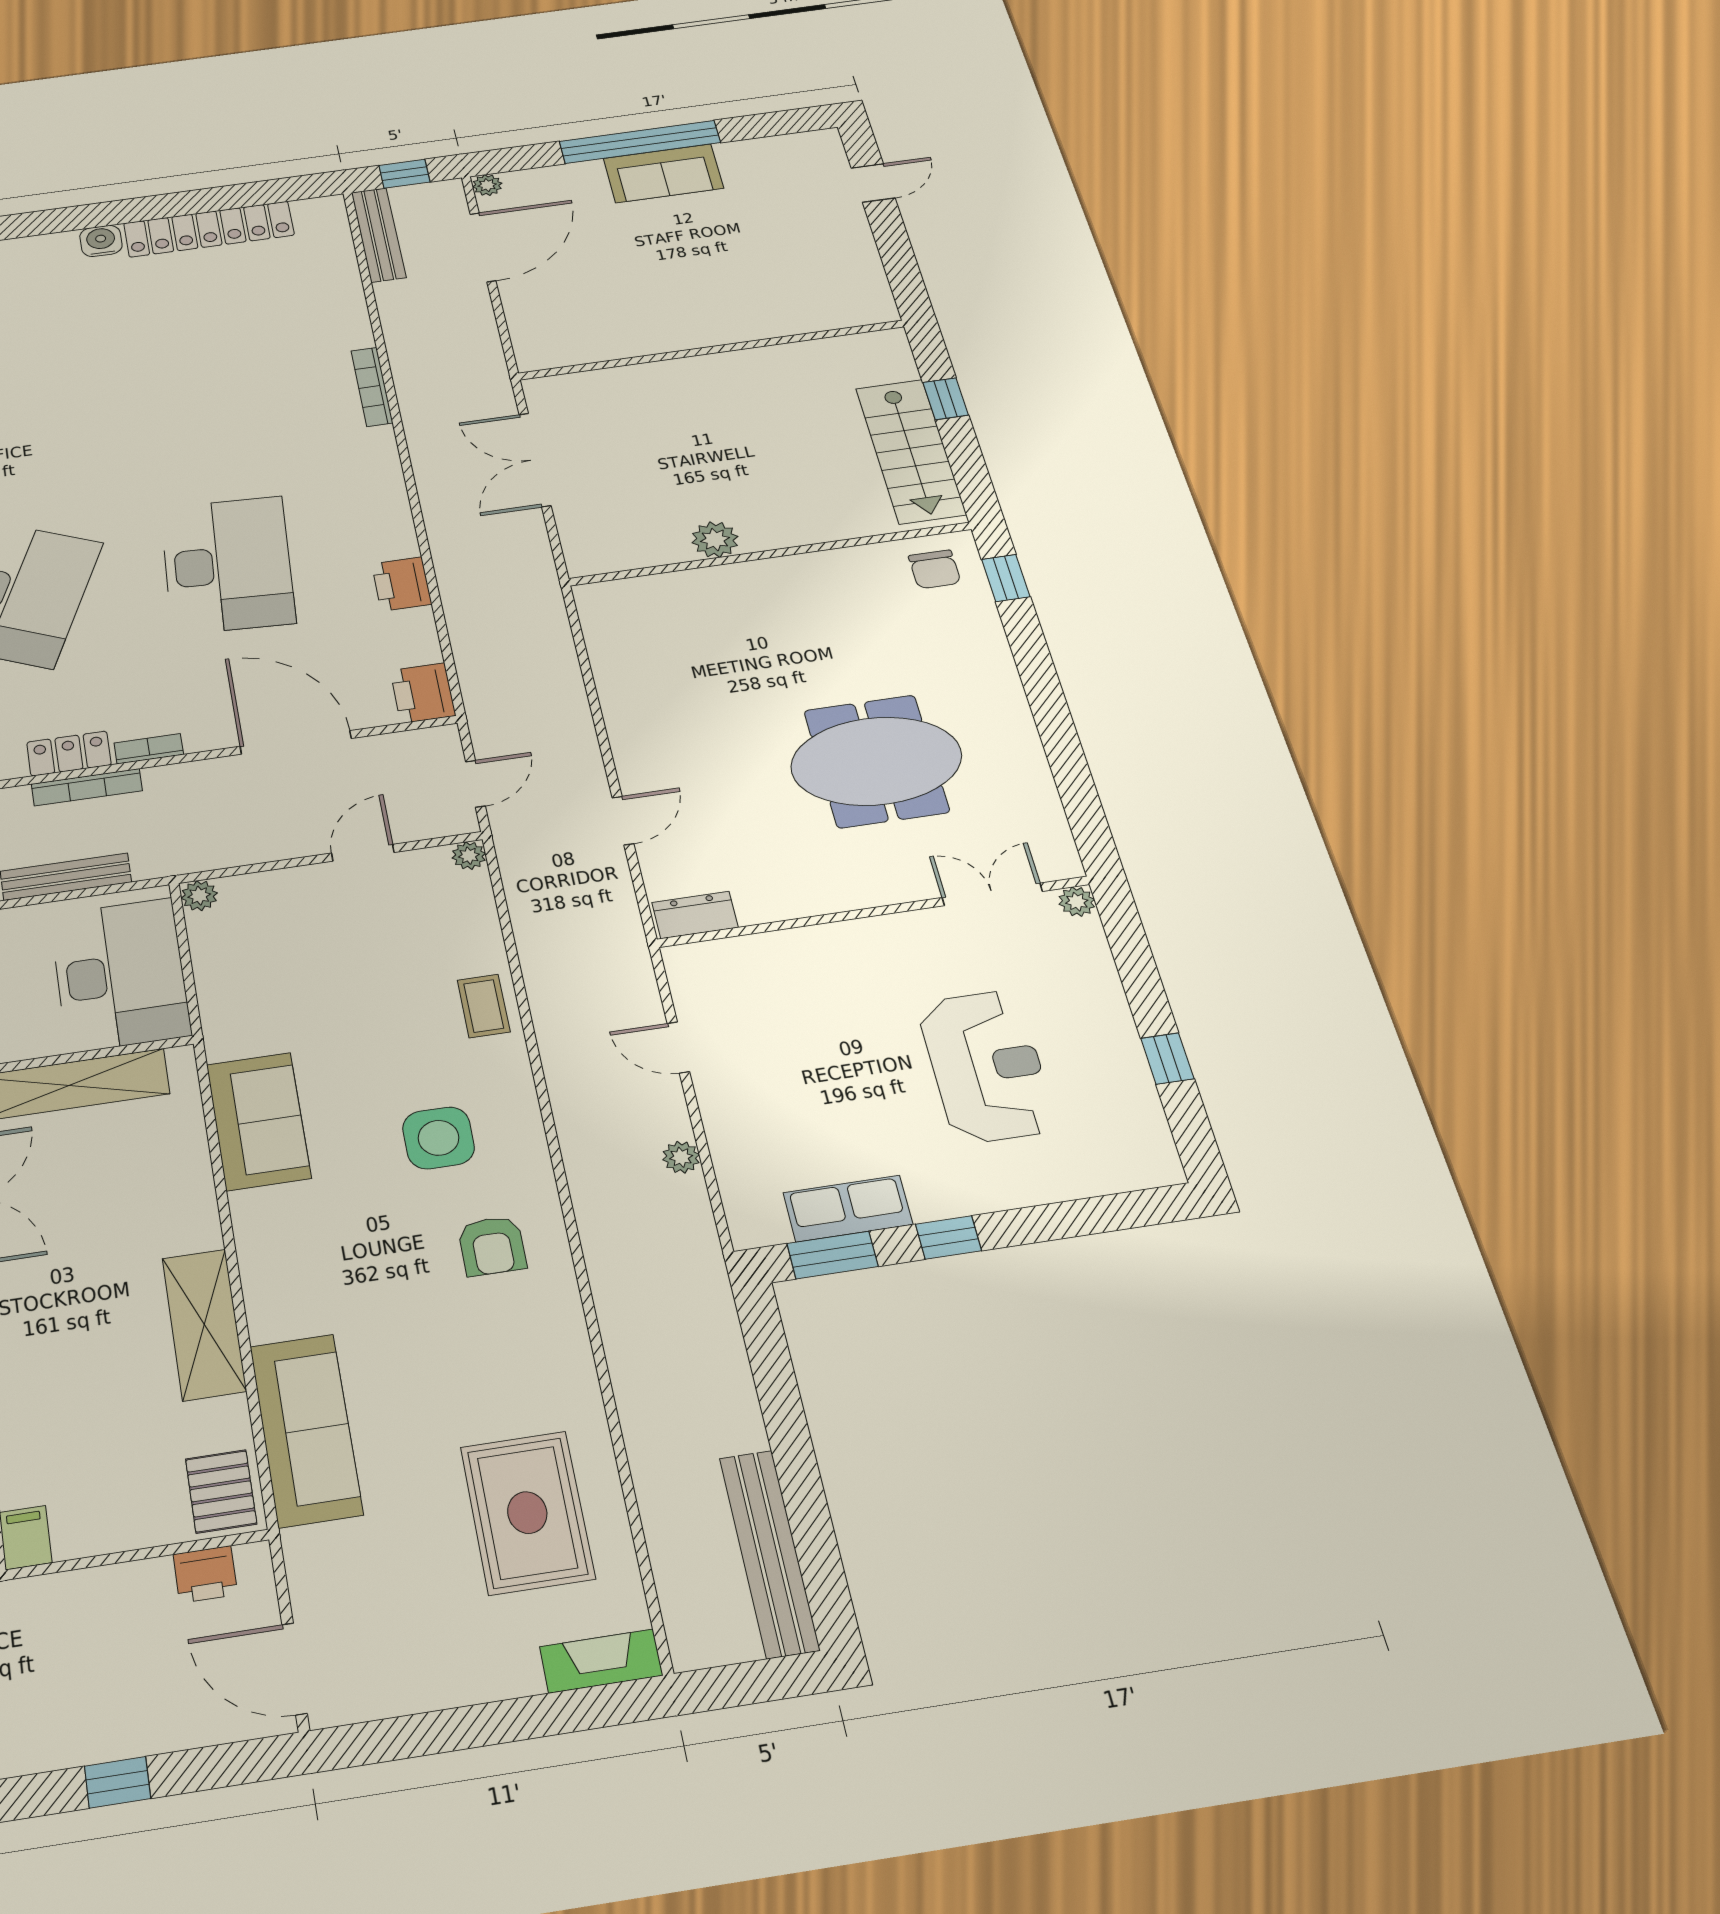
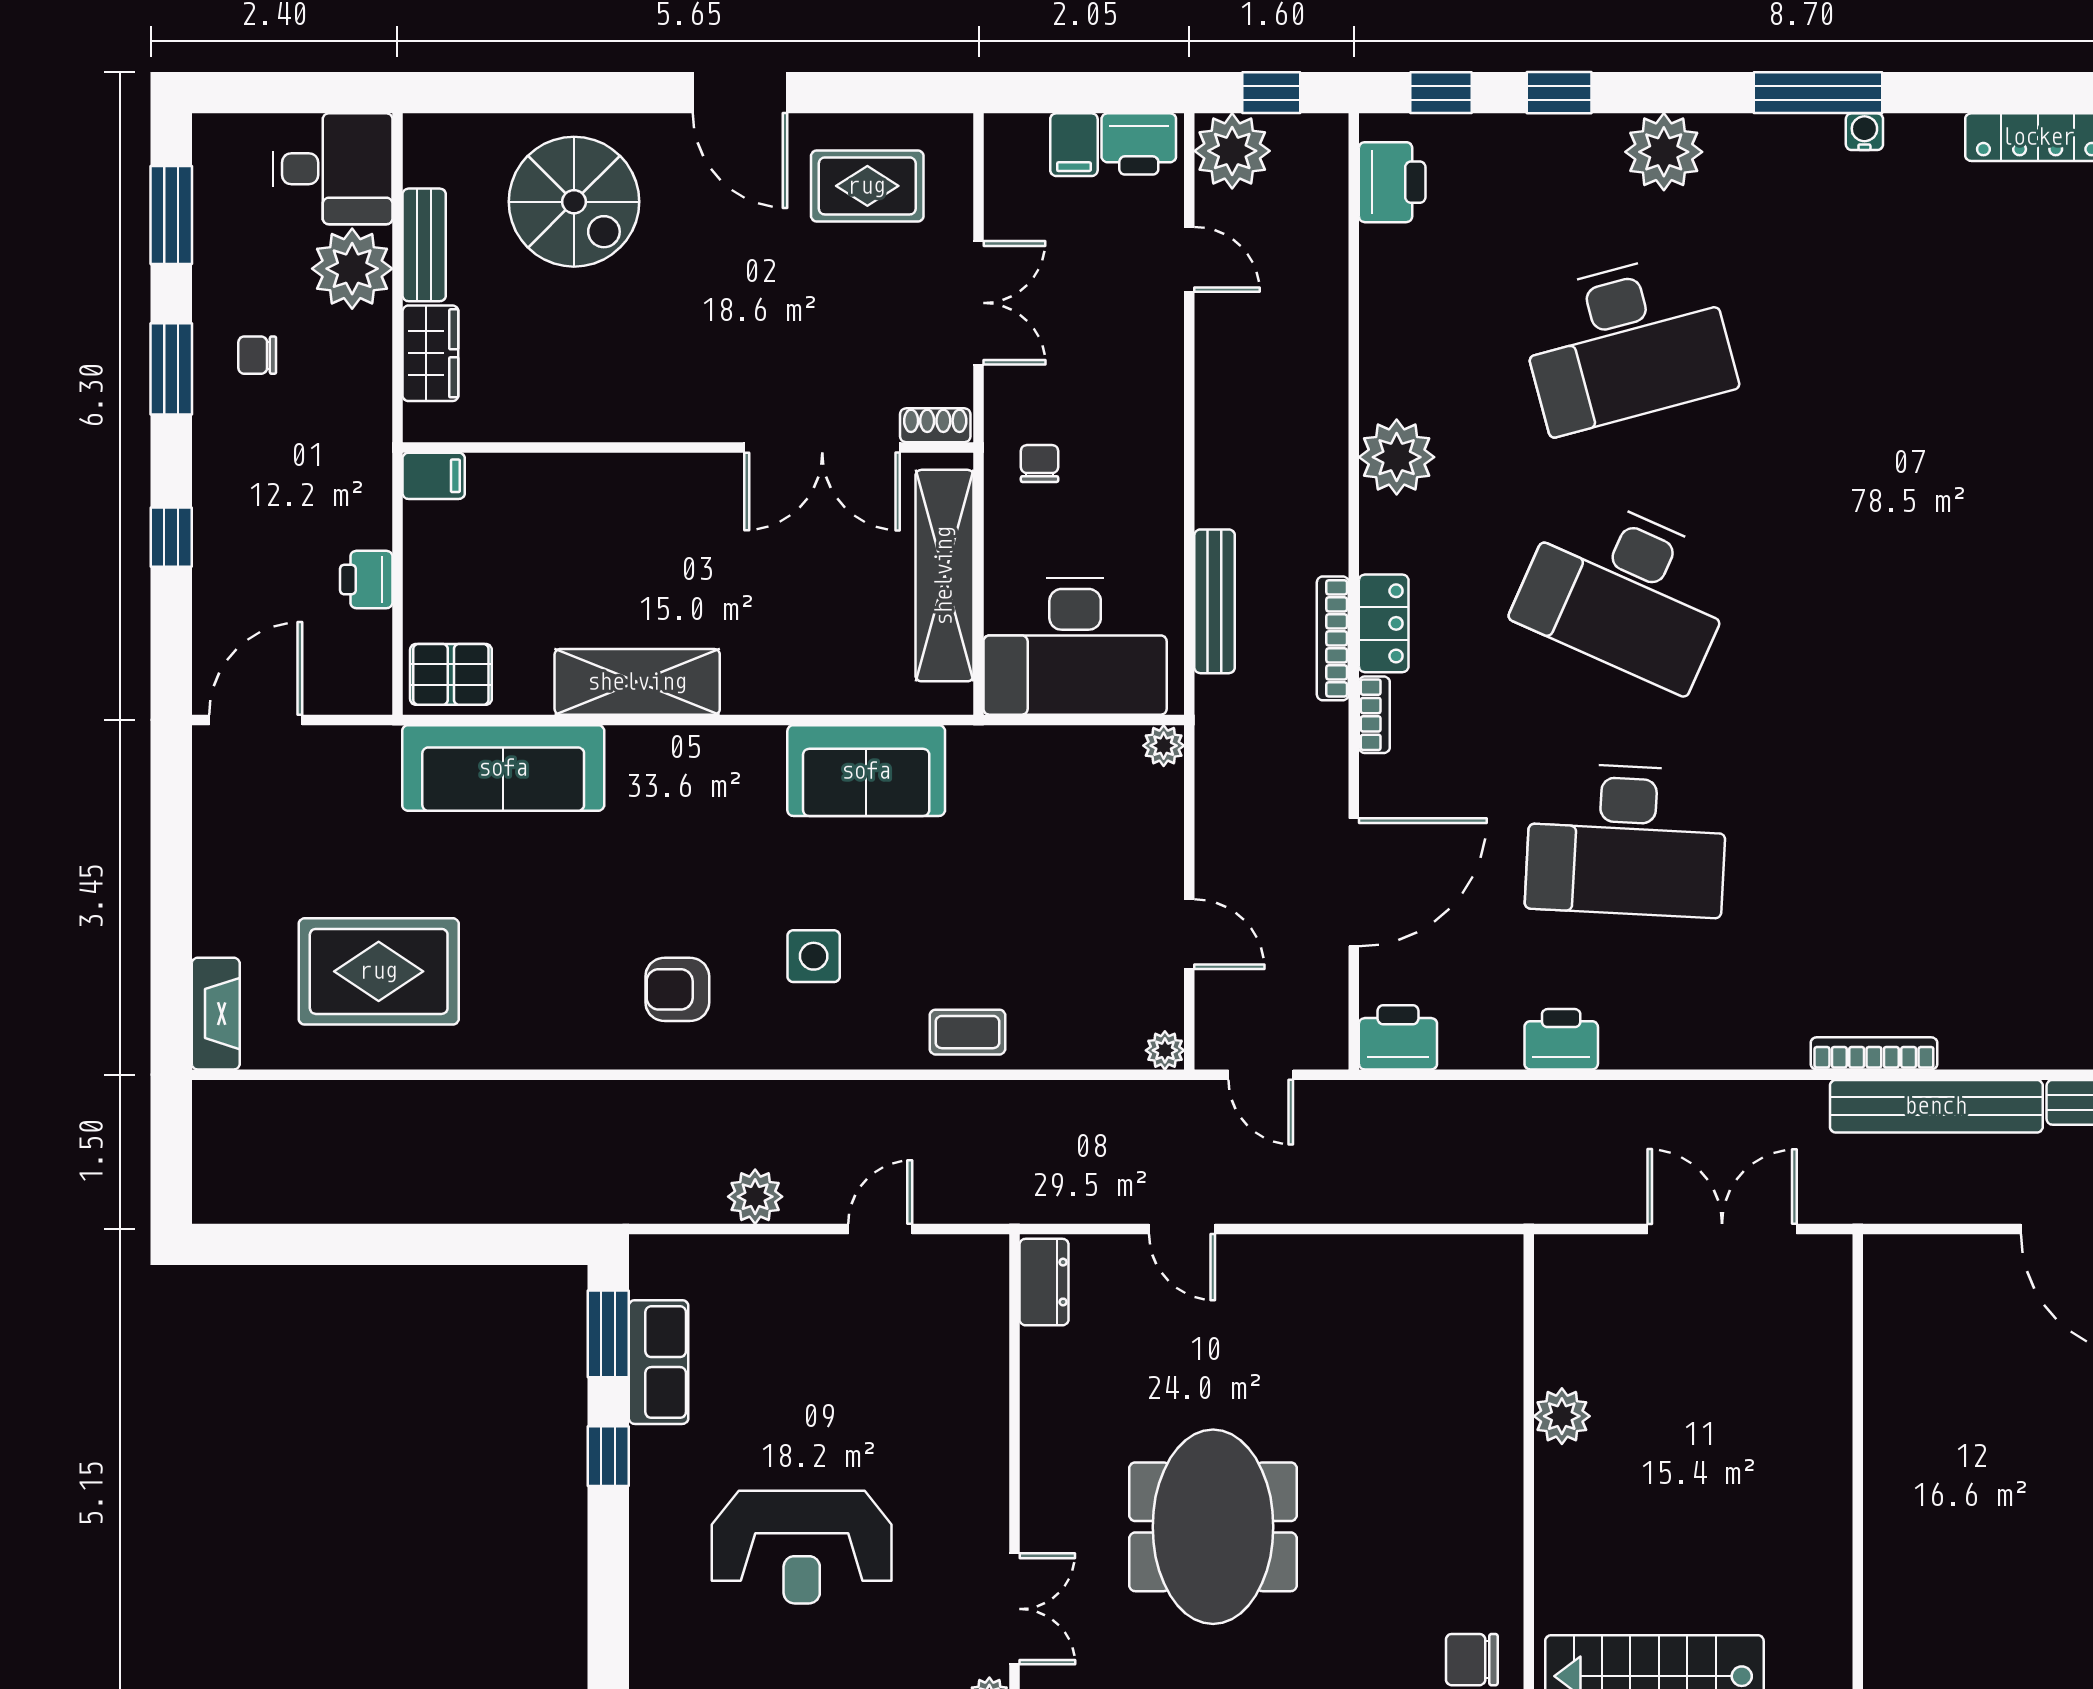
side table: (439, 1138) -> (814, 956), width x0.73, depth x0.73
plant: (681, 1157) -> (755, 1197), width x1.38, depth x1.38
bench: (769, 1553) -> (1936, 1106), moved
printer: (205, 1574) -> (366, 580), moved

